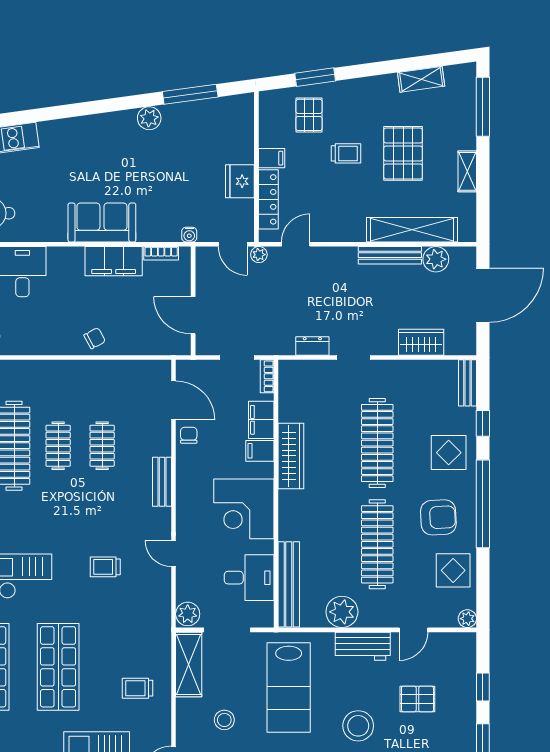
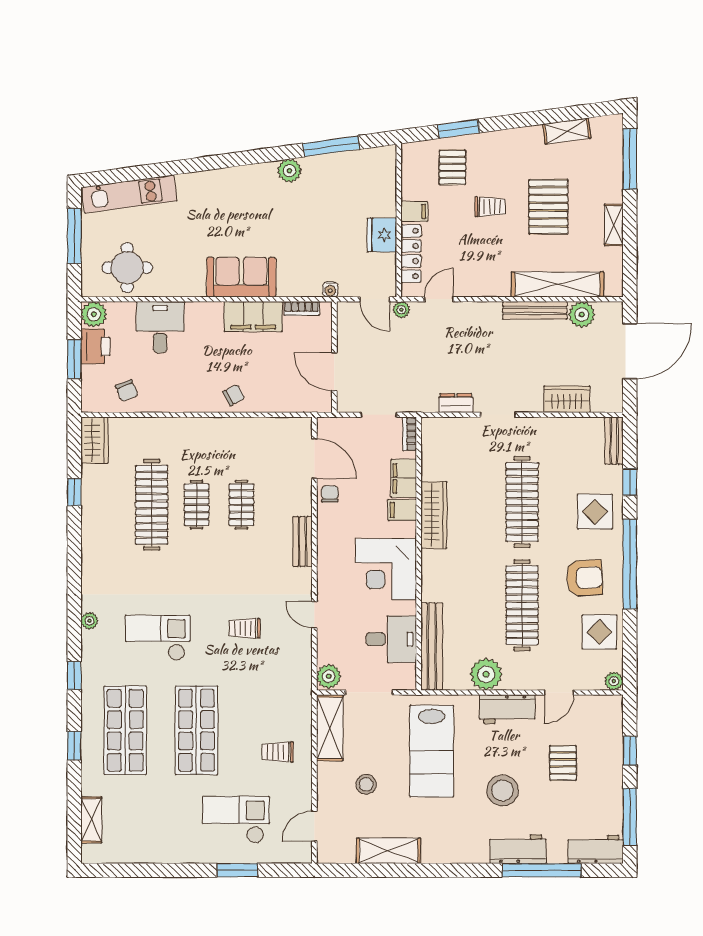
pallet: (417, 699) -> (563, 763), turned 90

